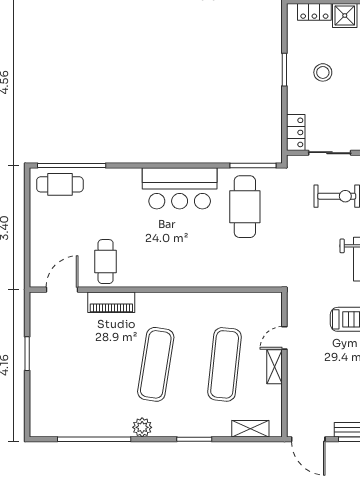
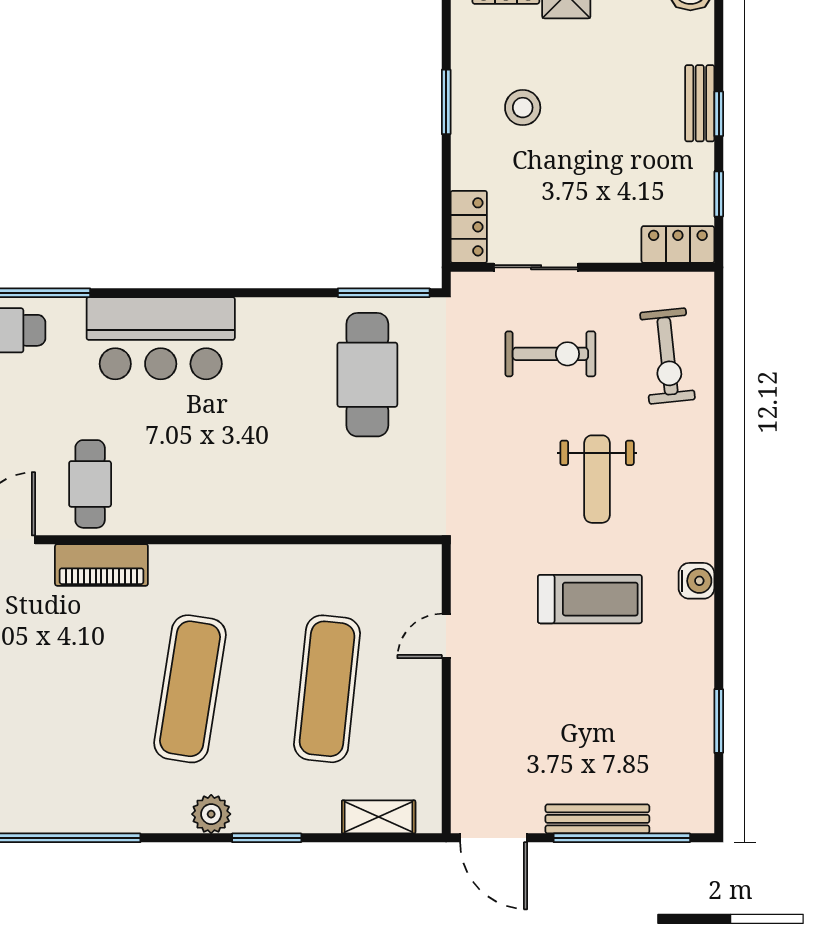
bar counter: (180, 188) -> (161, 338), moved
shelving: (275, 367) -> (426, 694), removed
plant: (142, 427) -> (211, 814), moved

